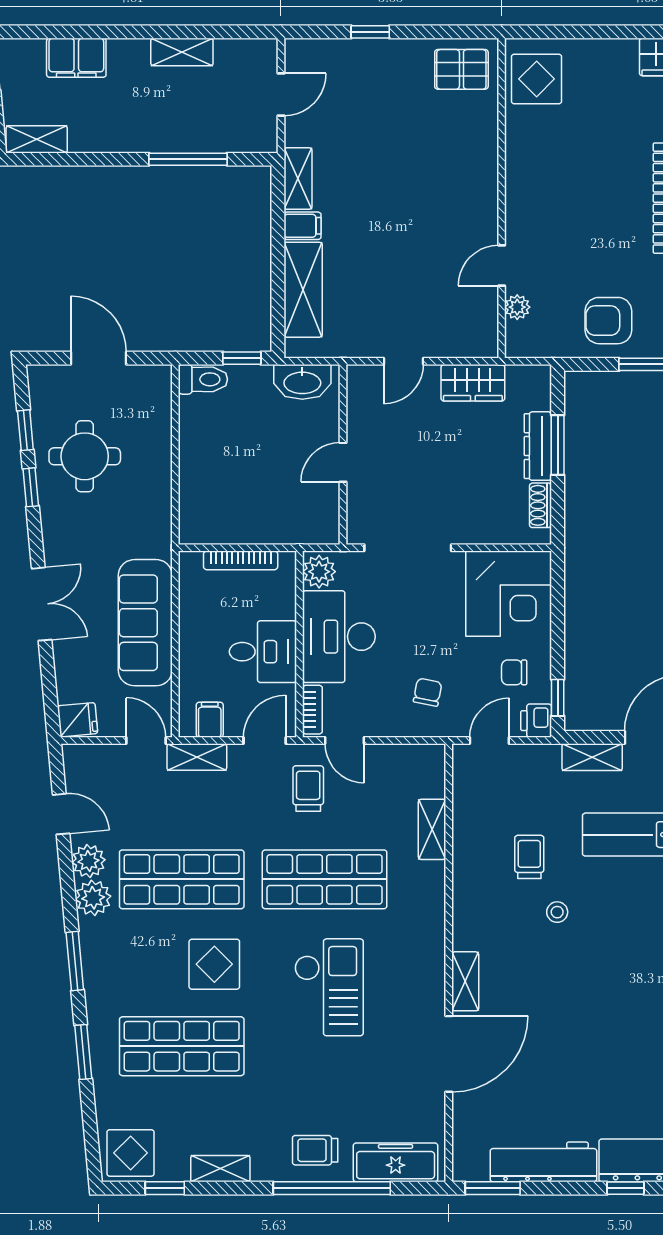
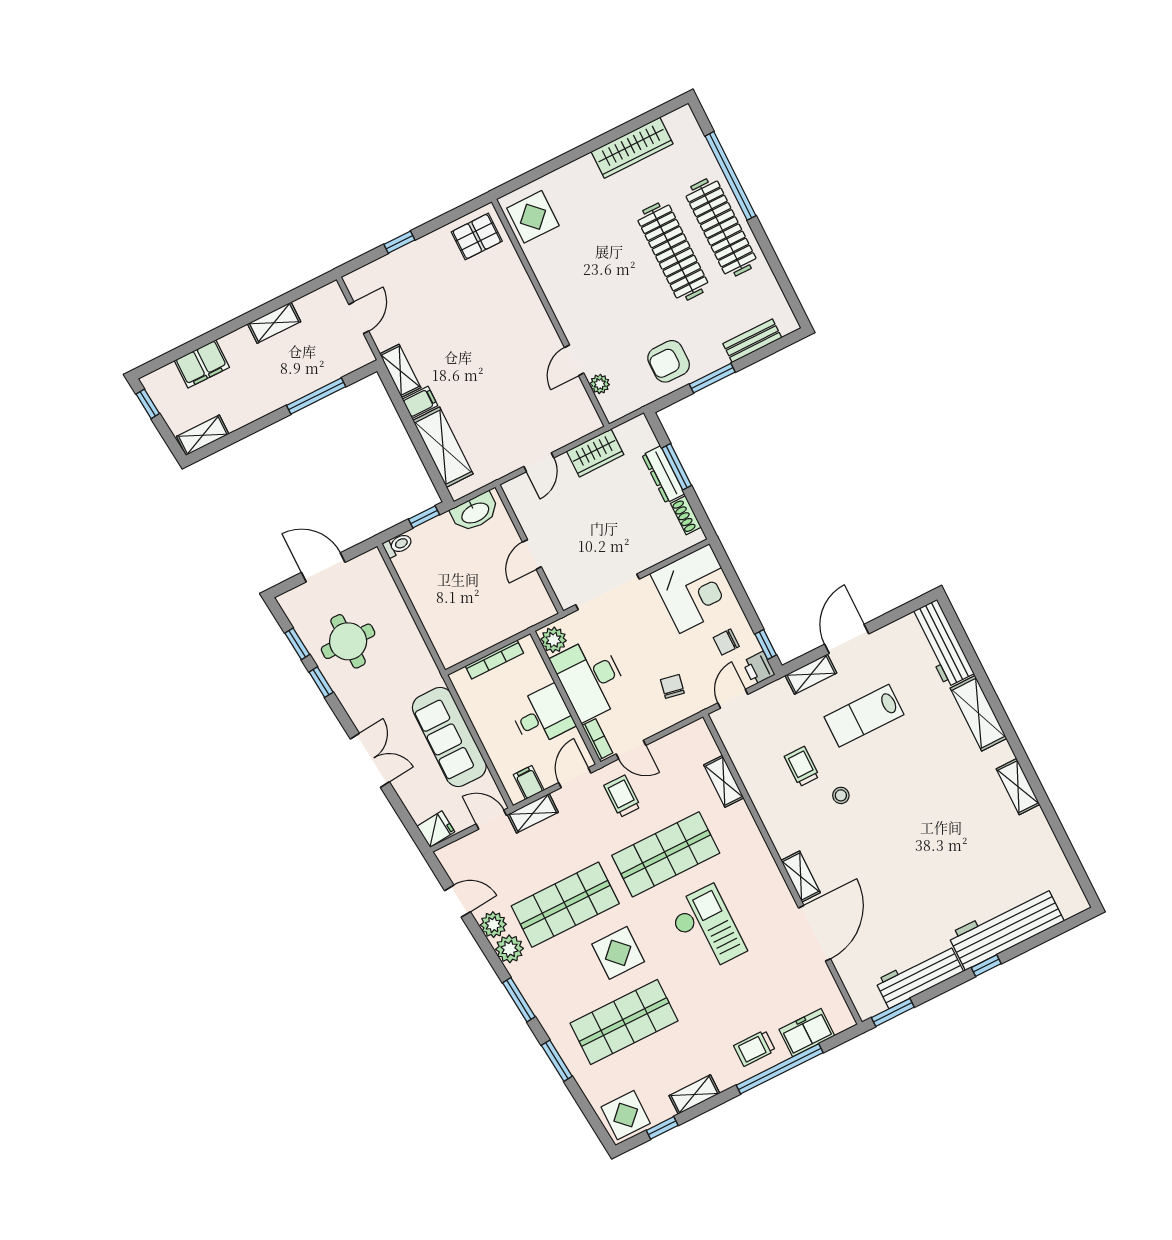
toilet: (203, 379) -> (398, 545), width x0.73, depth x0.72
freezer: (396, 1162) -> (807, 1033), width x0.71

